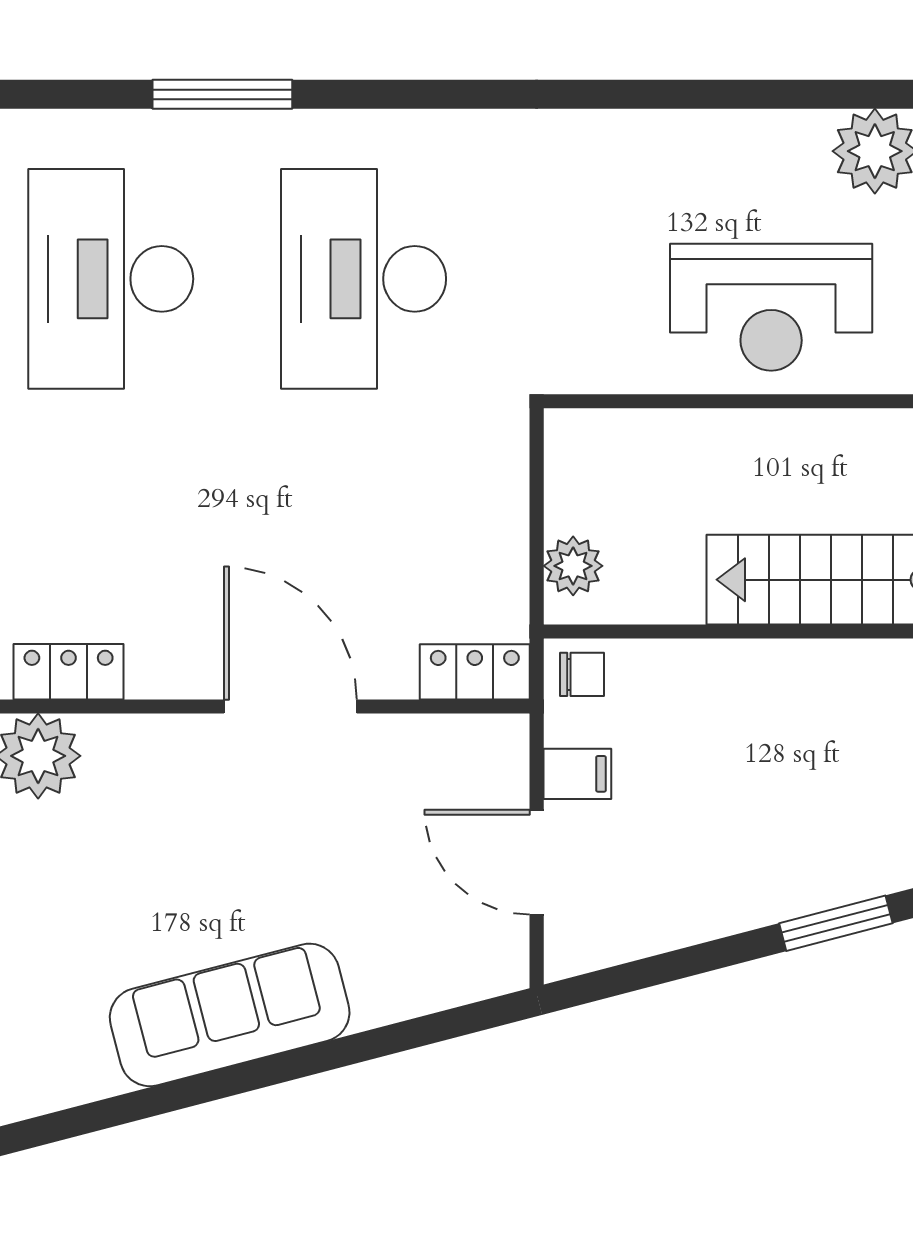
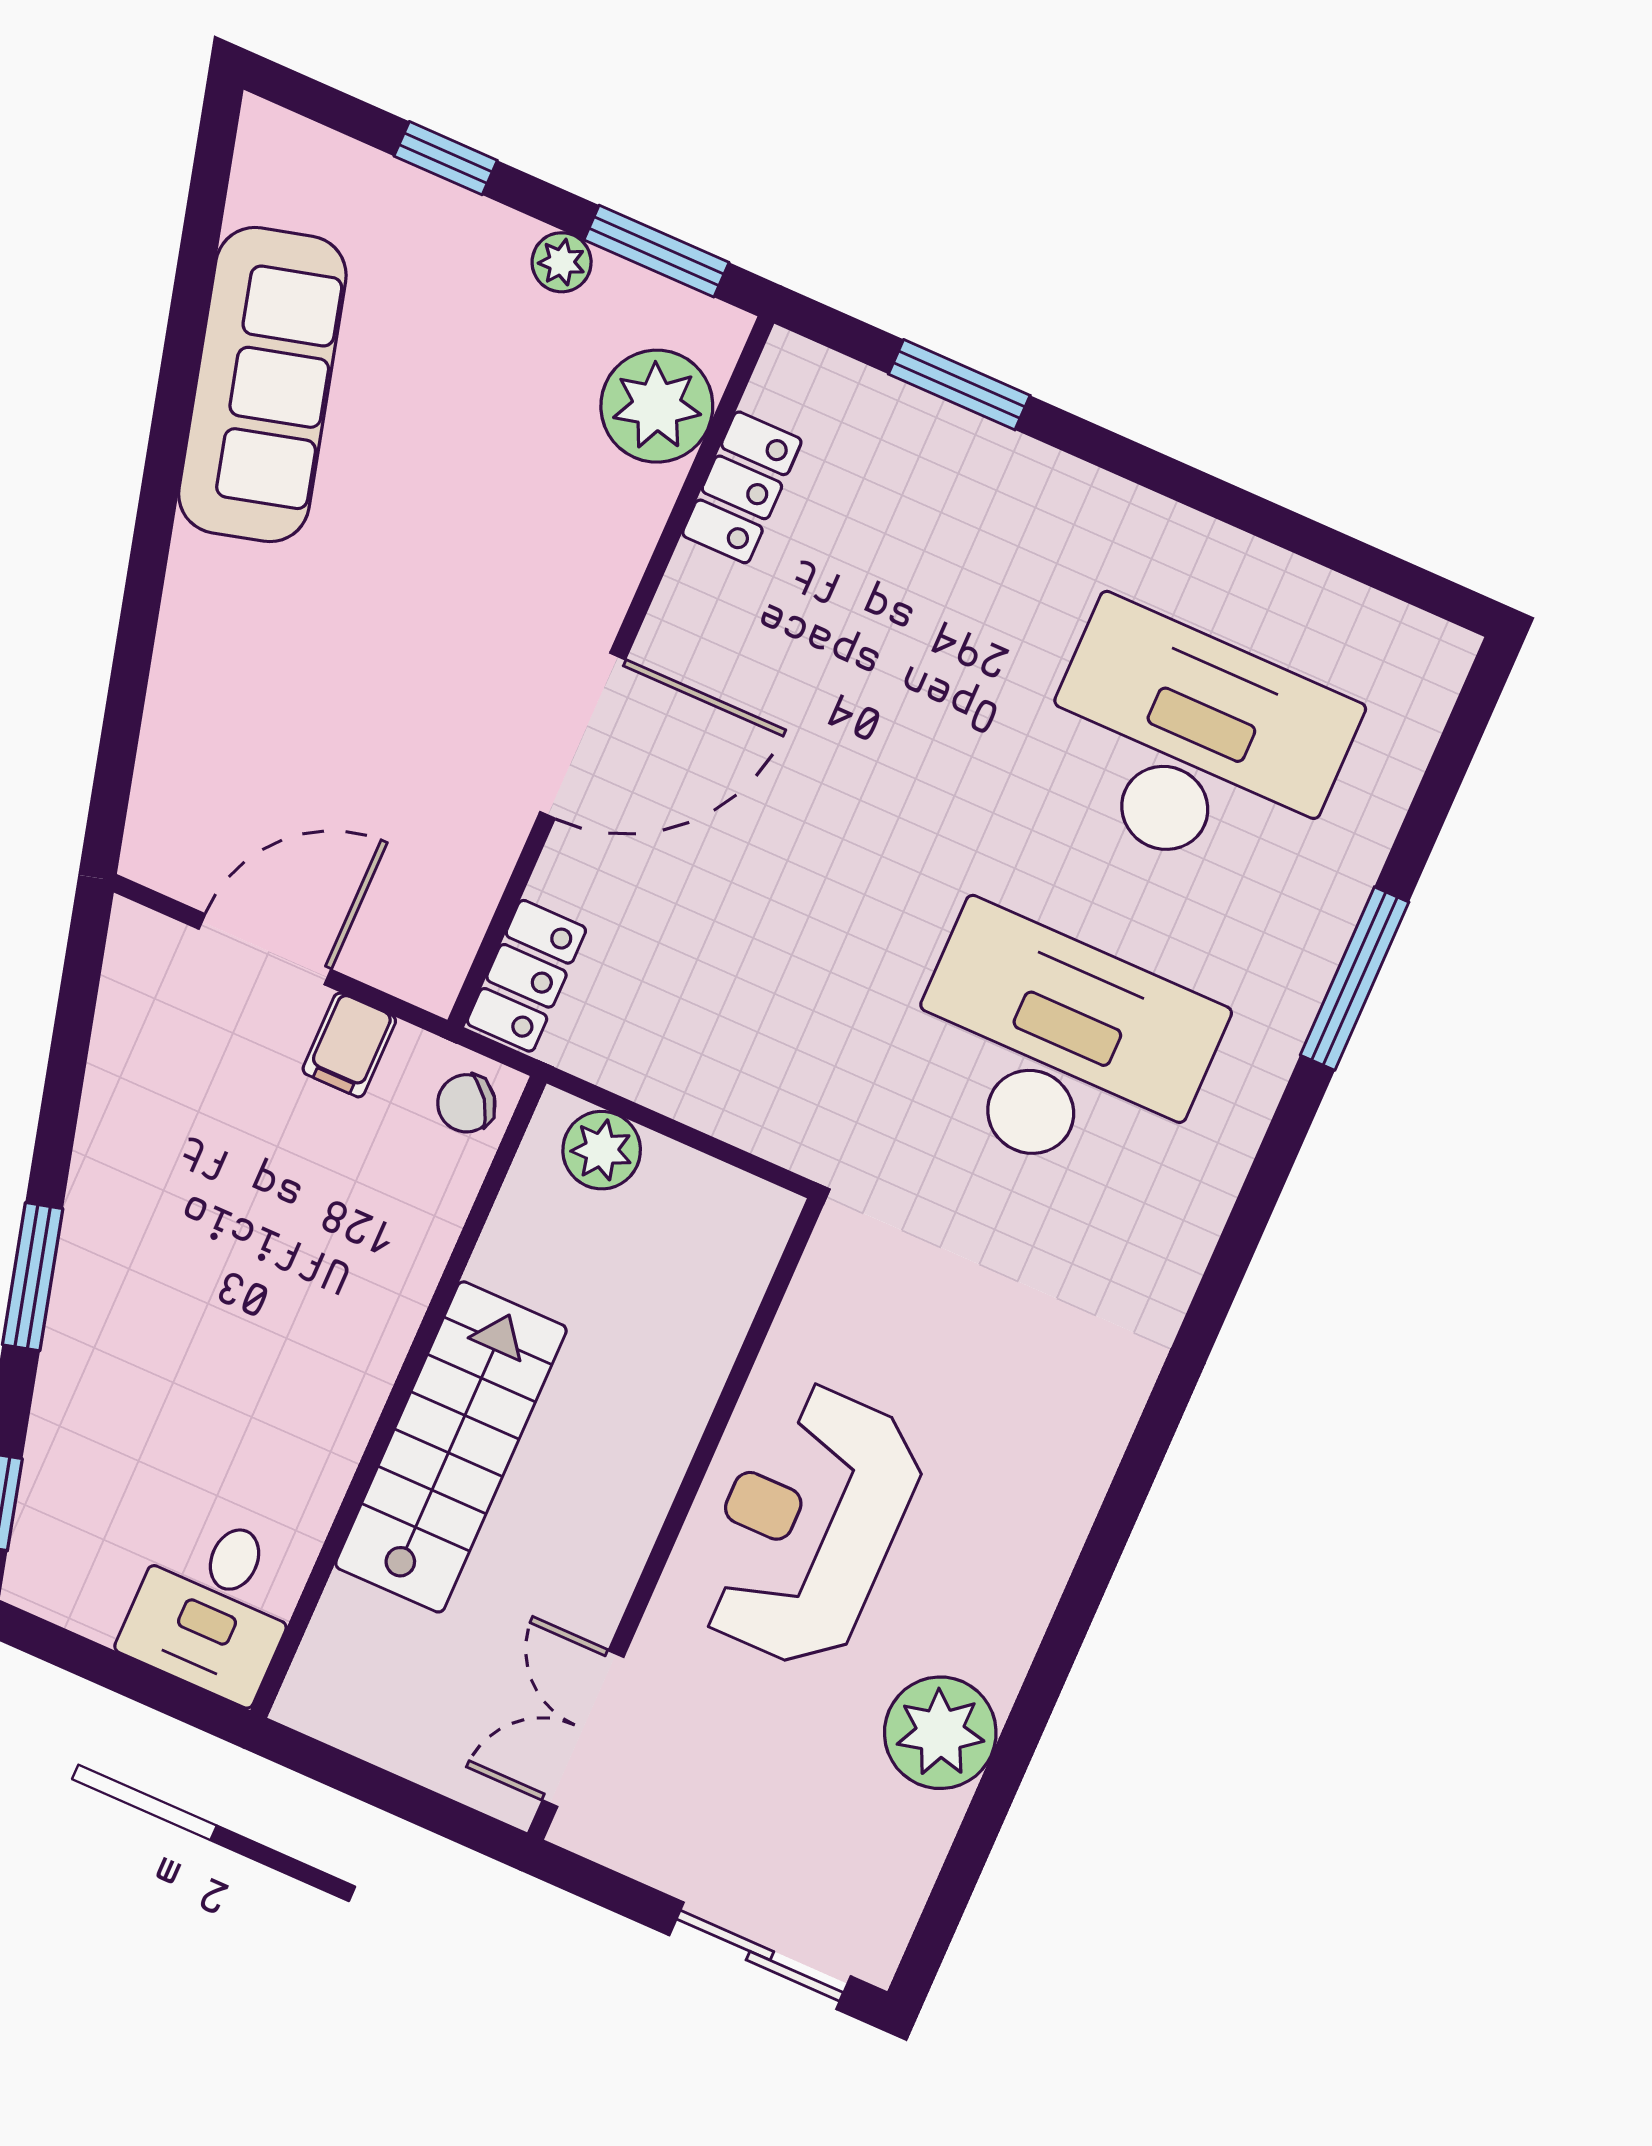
chair: (582, 674) -> (466, 1103), turned 54
sofa: (230, 1015) -> (262, 385), moved

